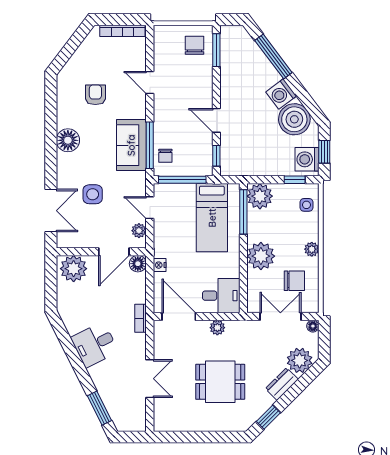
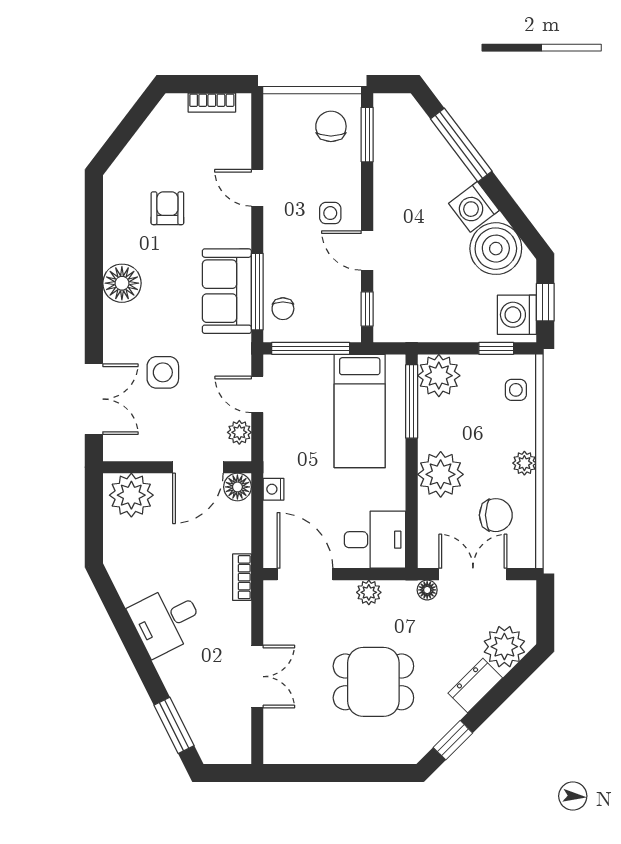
bookcase: (122, 31) -> (212, 103), width x0.64
side table: (194, 98) -> (330, 213), added
floor lamp: (313, 326) -> (427, 590), moved

